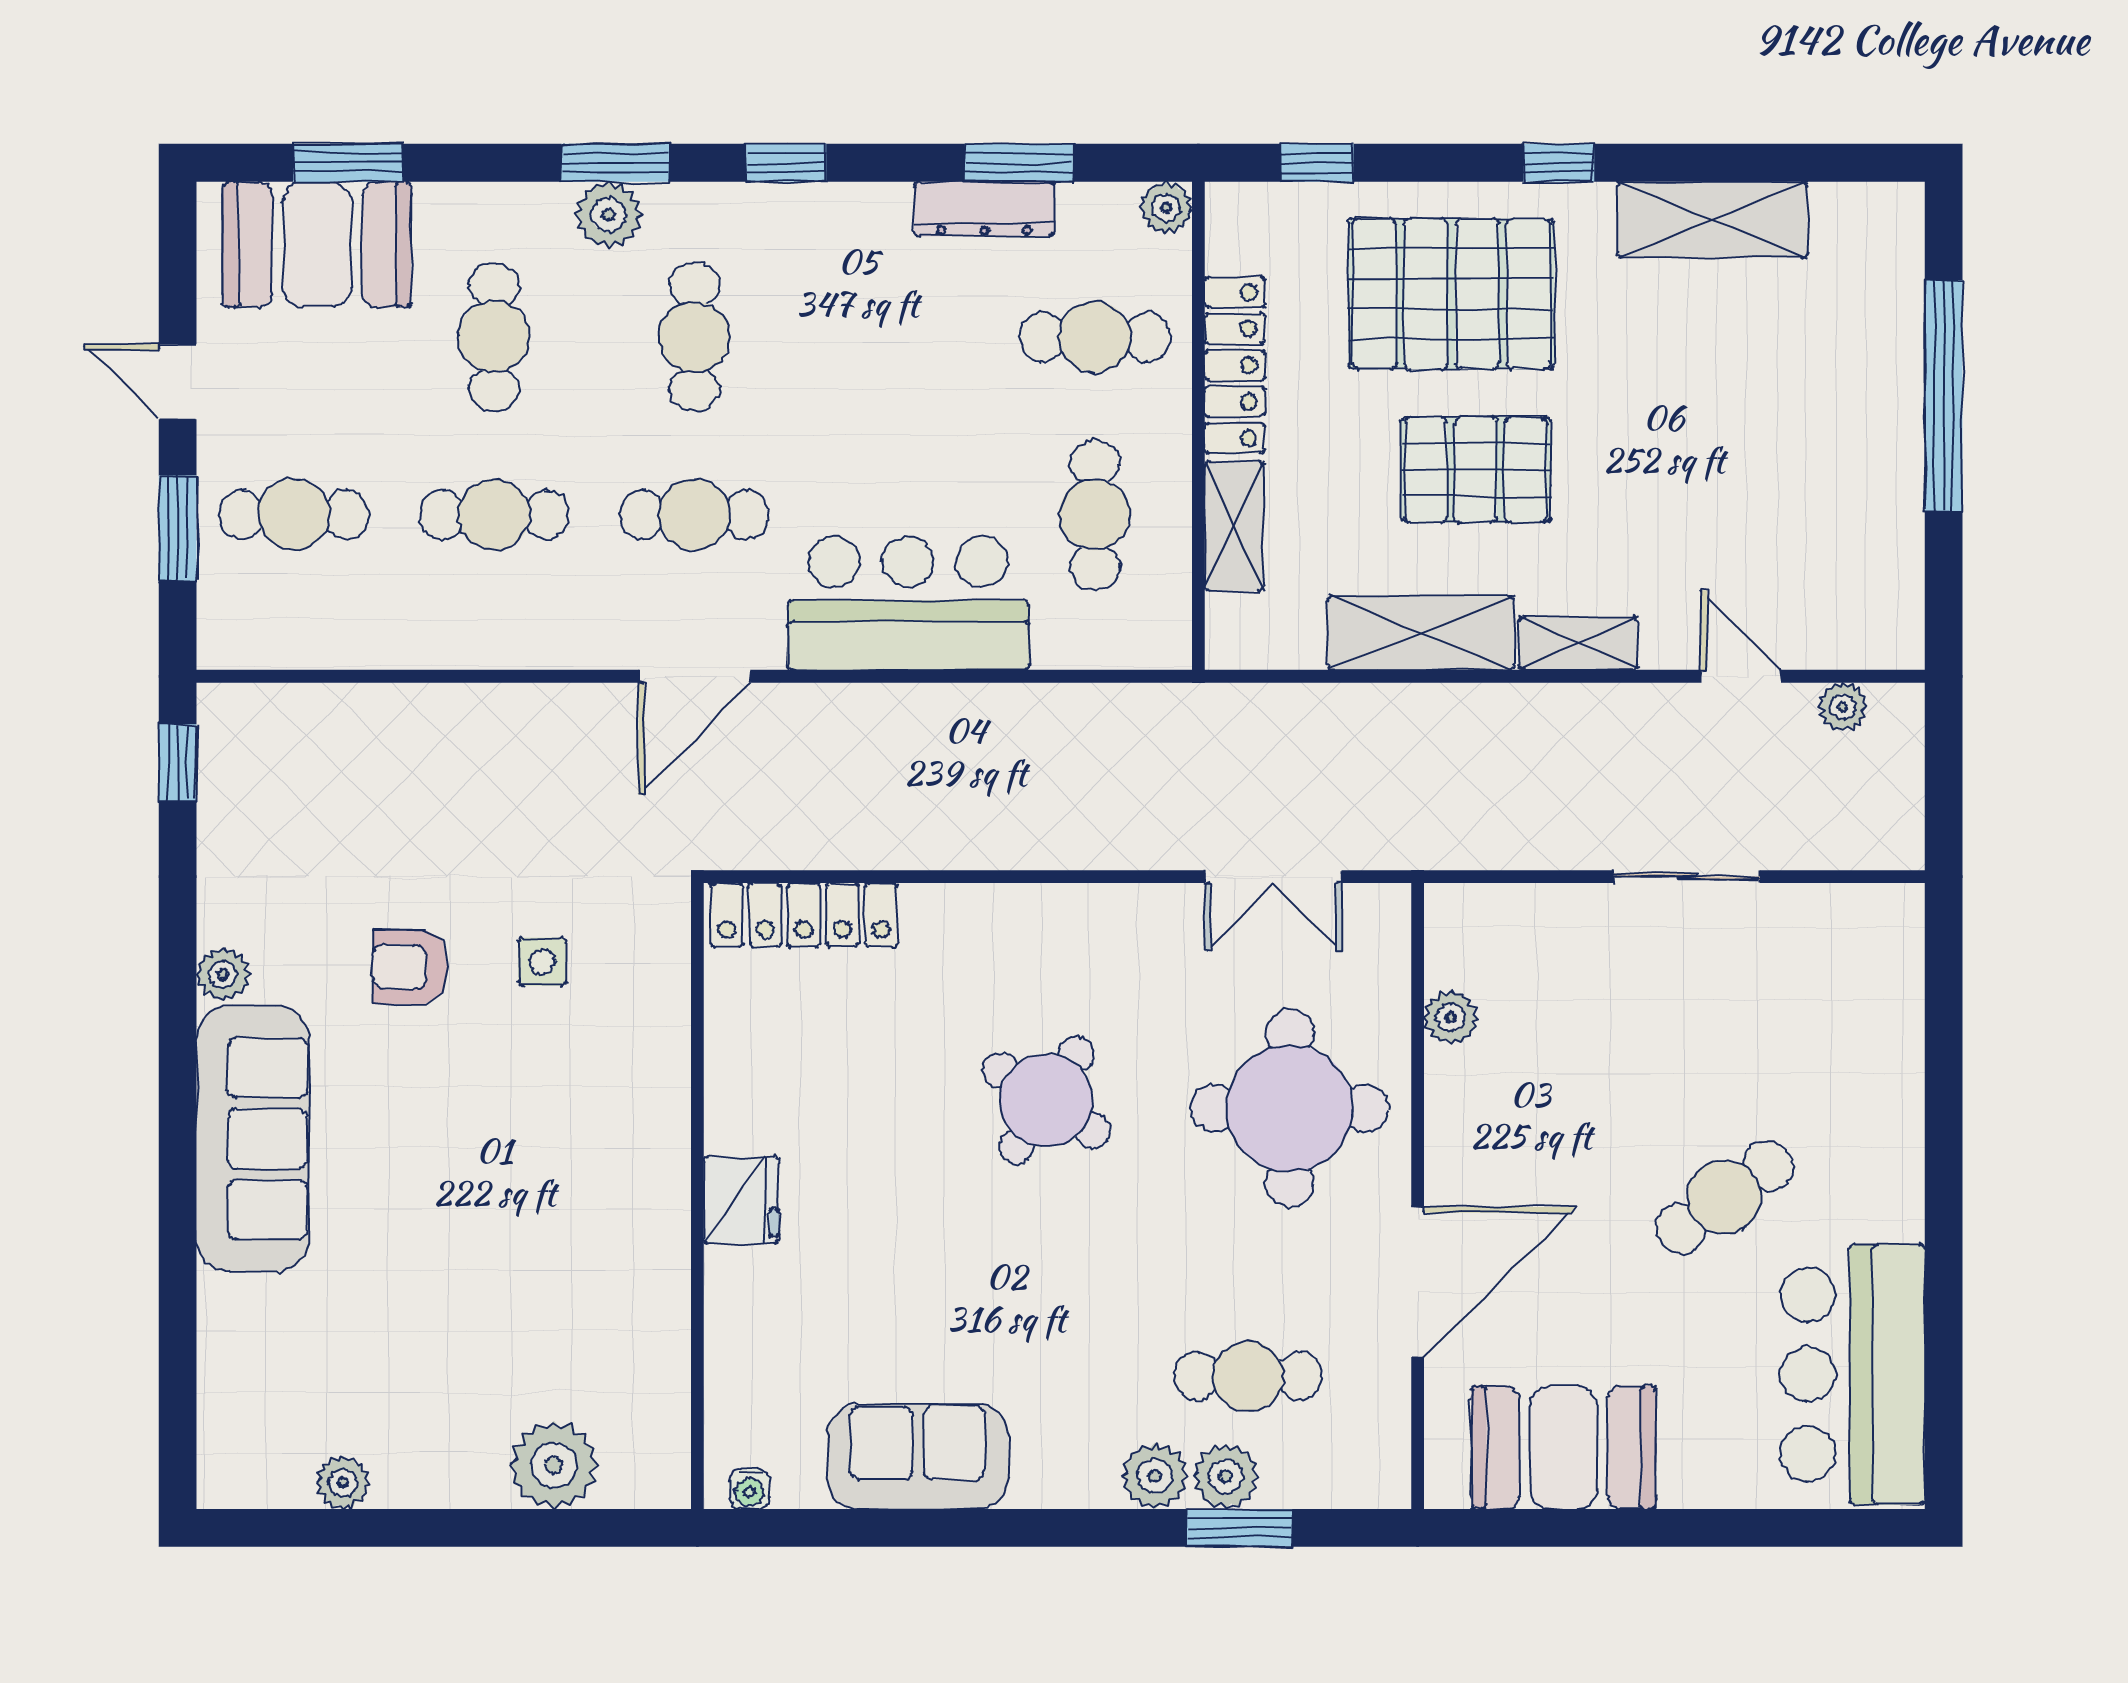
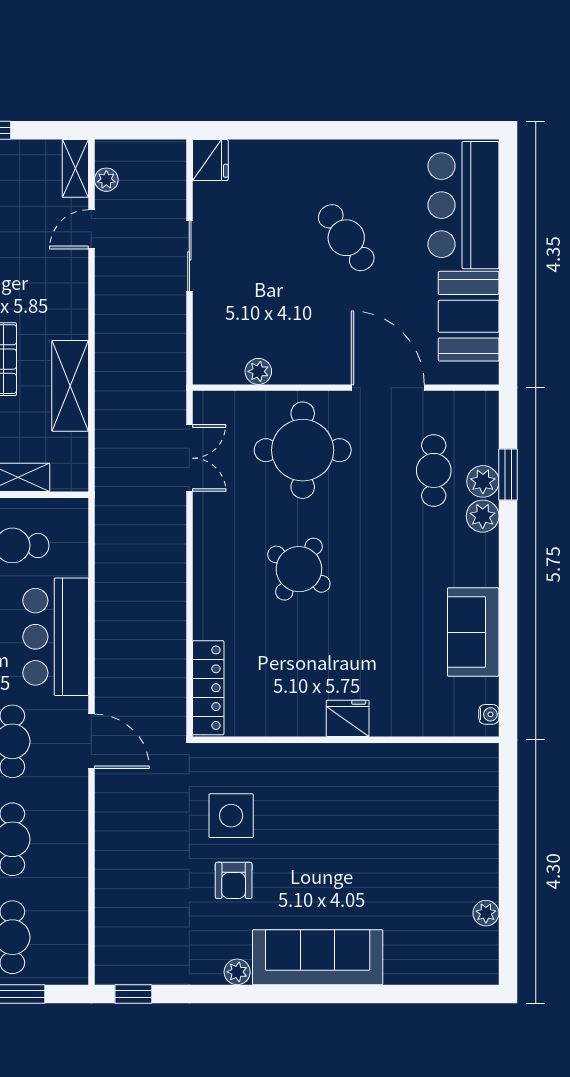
shelving: (1578, 643) -> (75, 168), moved
fridge: (1883, 919) -> (210, 160), added
side table: (542, 962) -> (231, 816), width x1.87, depth x1.87
bar counter: (1853, 1374) -> (463, 205), moved, turned 90
plant: (554, 1465) -> (477, 810), removed

